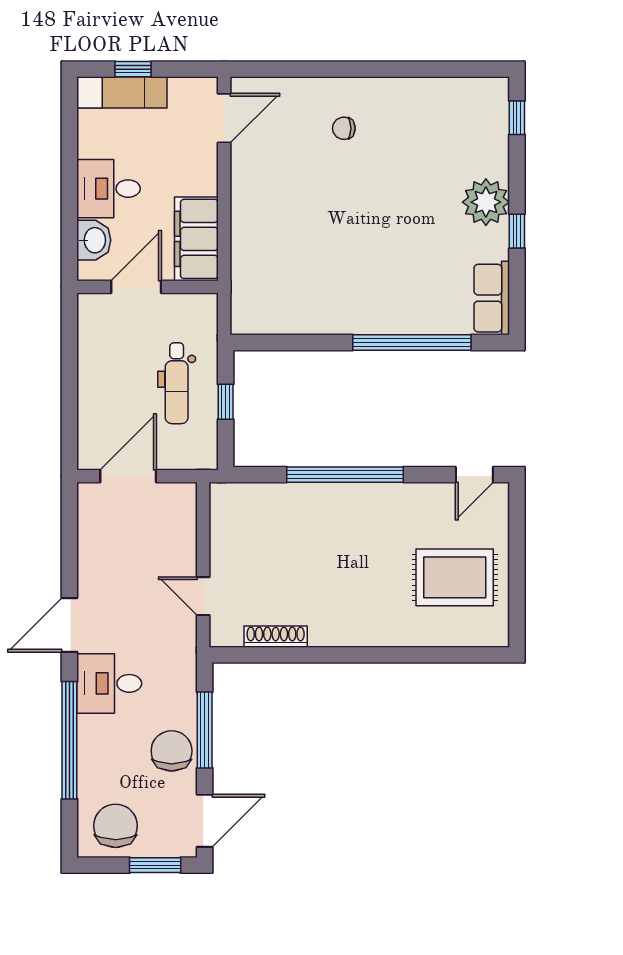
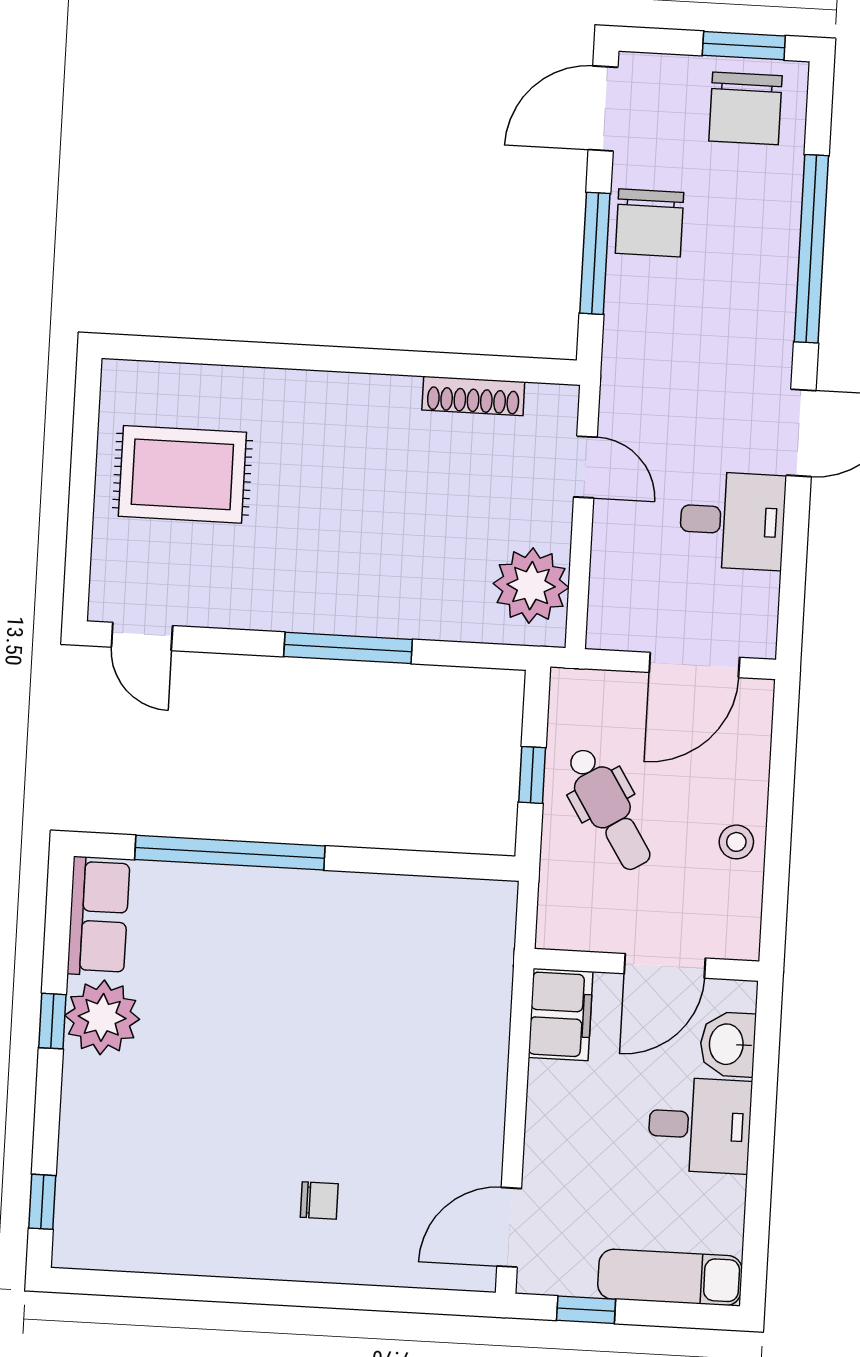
window: (133, 69) -> (586, 1310), moved
plant: (486, 202) -> (102, 1017), moved
filing cabinet: (196, 239) -> (561, 1015), width x0.67, depth x0.86
stool: (96, 367) -> (736, 842), added
dental chair: (177, 383) -> (609, 809), turned 148
window: (345, 475) -> (348, 648), width x0.68
door: (474, 475) -> (142, 636), swing flipped
plant: (233, 520) -> (531, 586), added
desk: (109, 683) -> (732, 521), moved
window: (155, 865) -> (744, 46), moved

